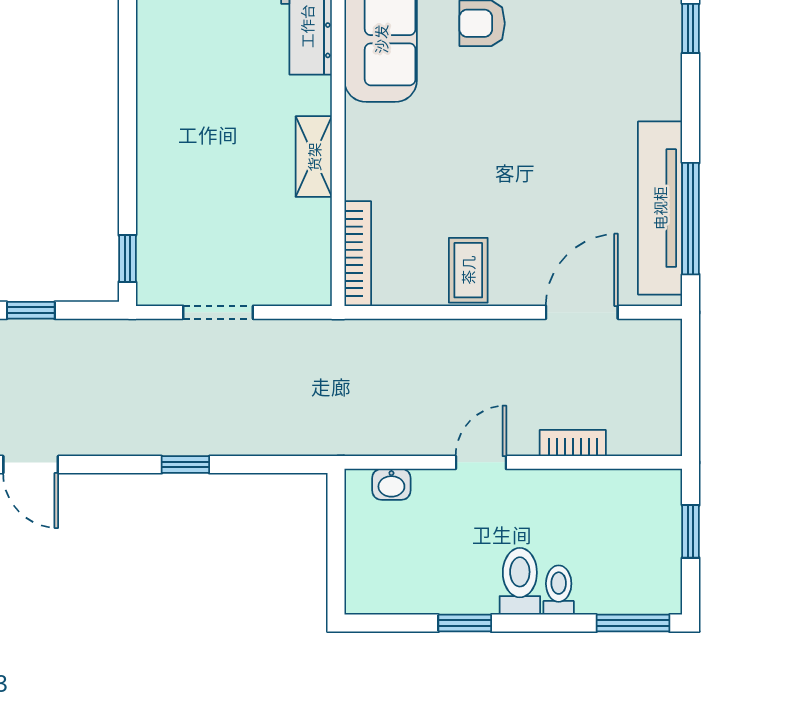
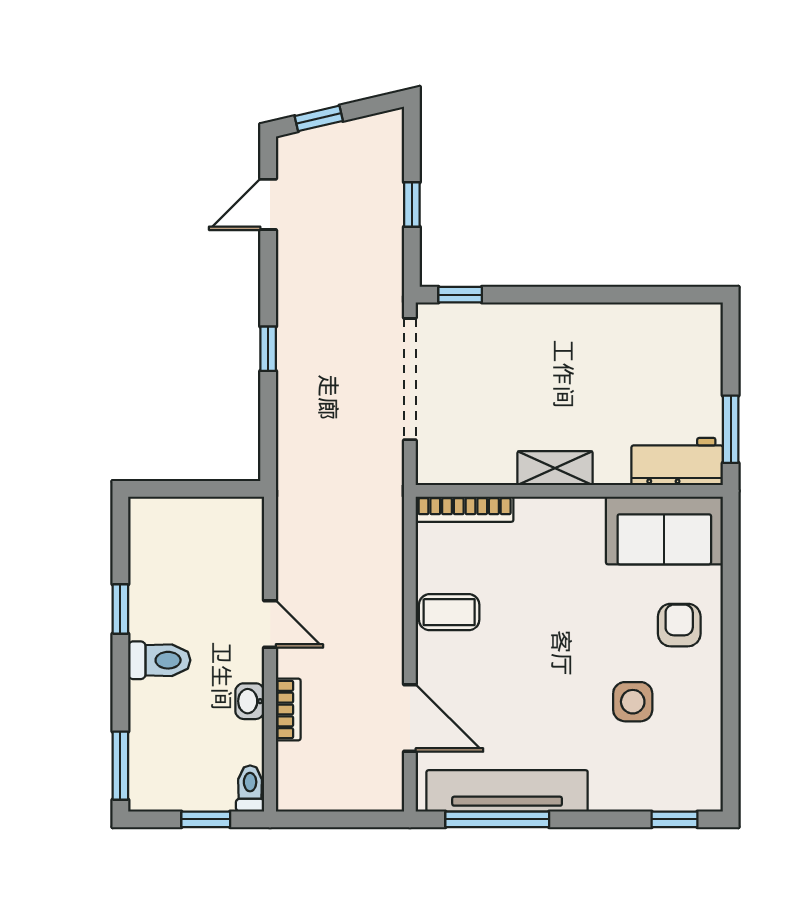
side table: (564, 73) -> (633, 702), added
doorway: (218, 312) -> (410, 379), width x1.87
washbasin: (391, 484) -> (250, 701), moved
toilet: (559, 590) -> (250, 789), moved, turned -90

